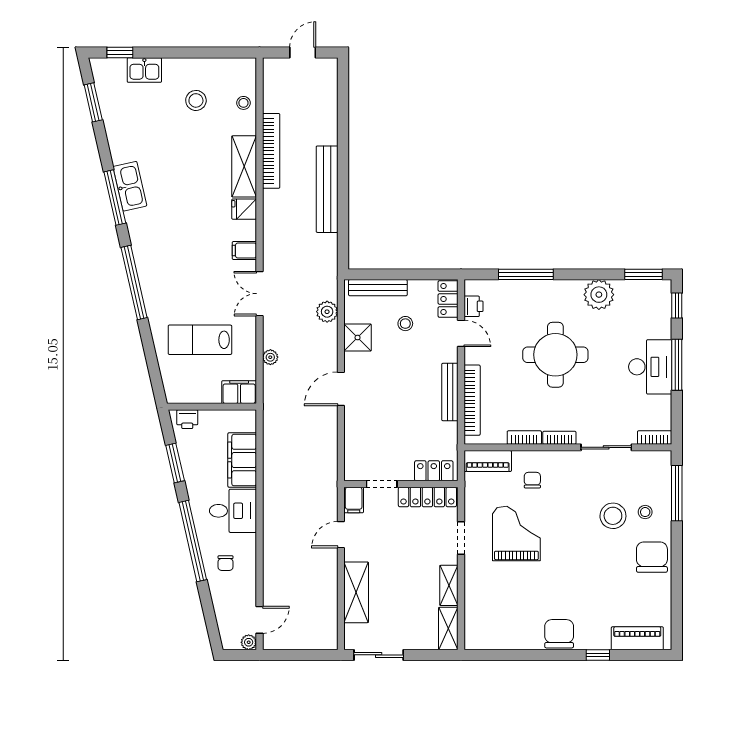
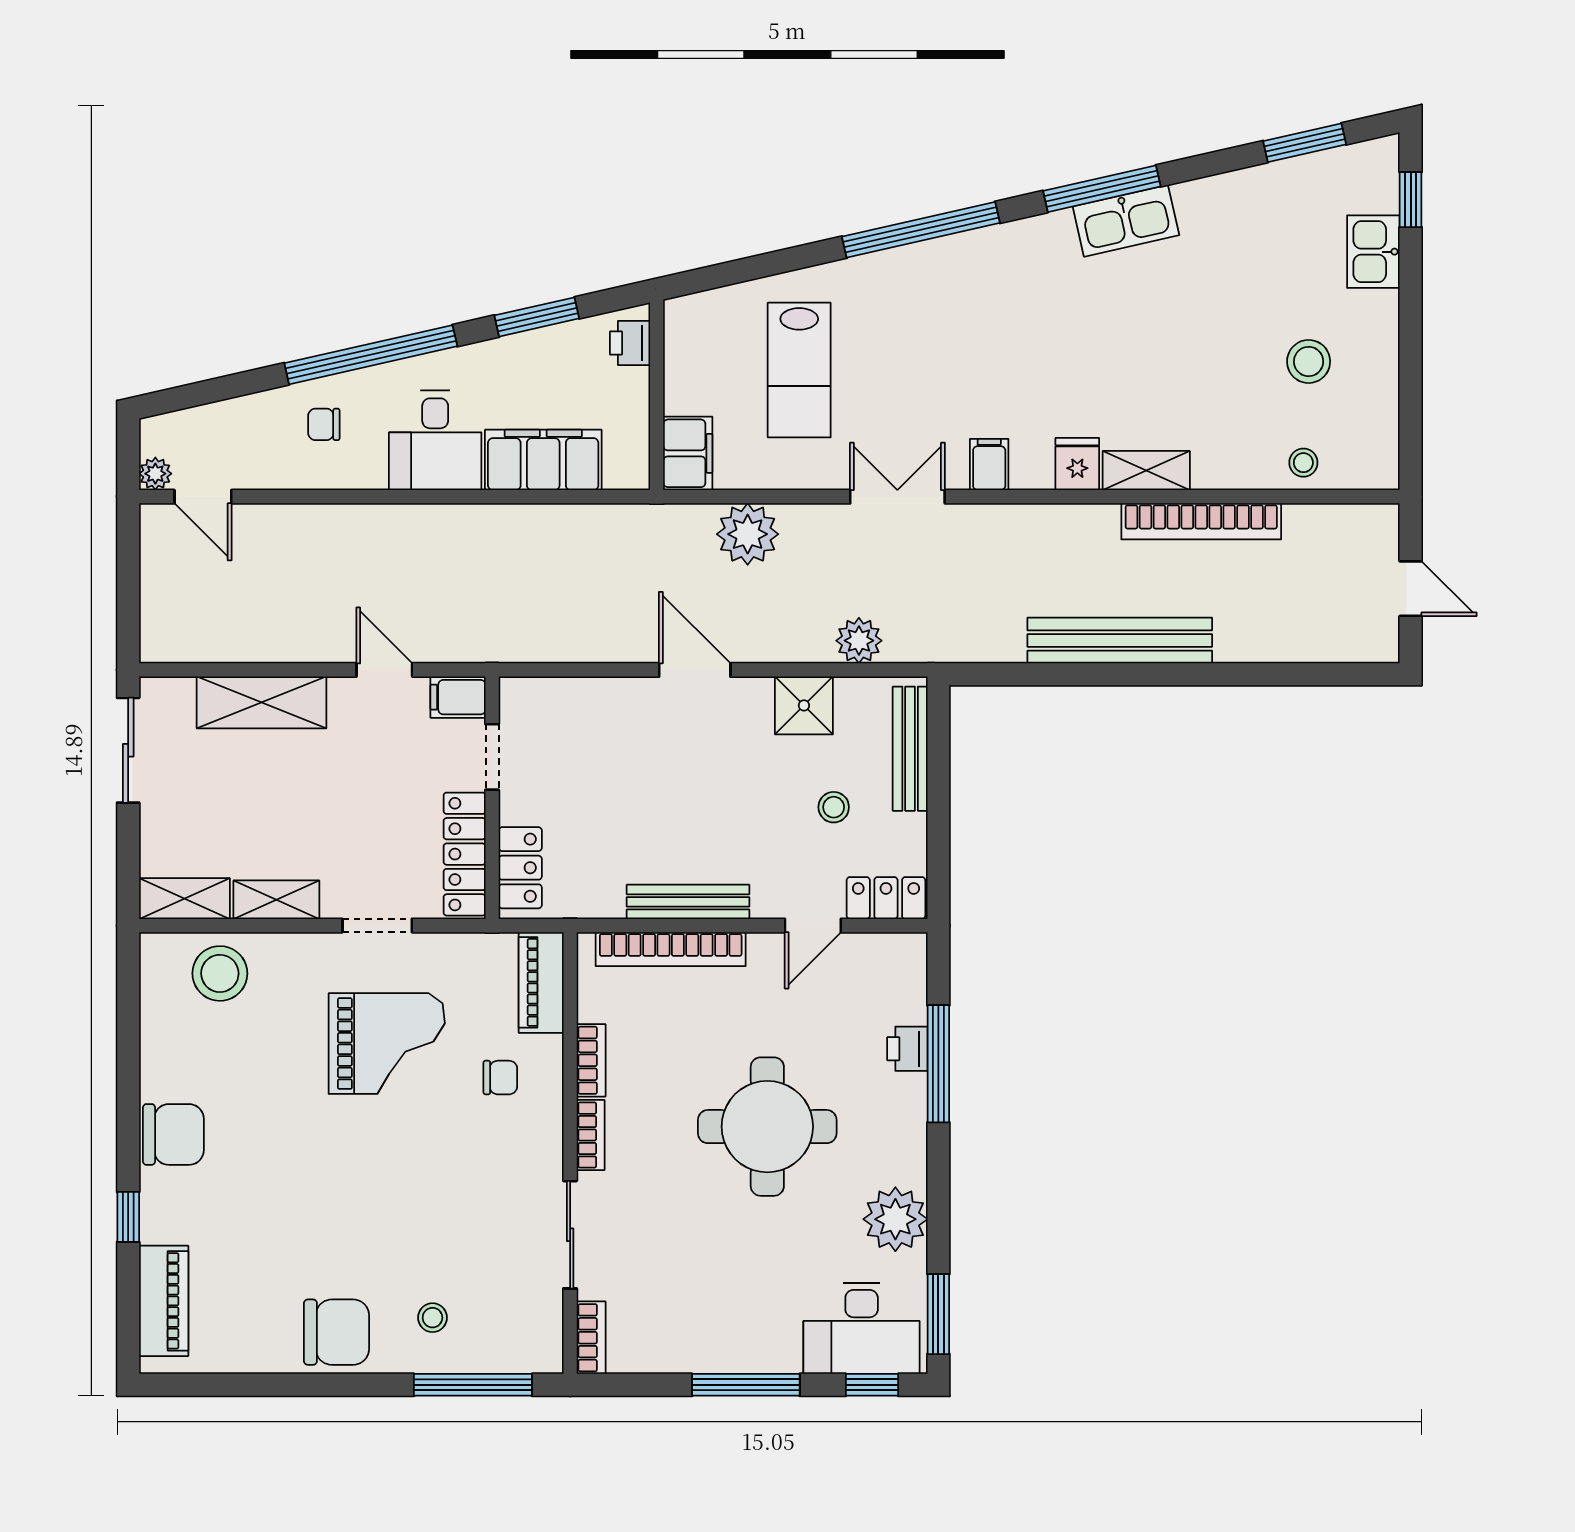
shelving: (244, 166) -> (1146, 471), width x0.67, depth x0.75
printer: (473, 306) -> (907, 1049), moved, turned 90
lab bench: (200, 340) -> (799, 370), turned 180
plant: (270, 357) -> (748, 534), width x1.88, depth x1.88
desk: (650, 367) -> (862, 1328), moved
stool: (613, 516) -> (220, 973), moved

